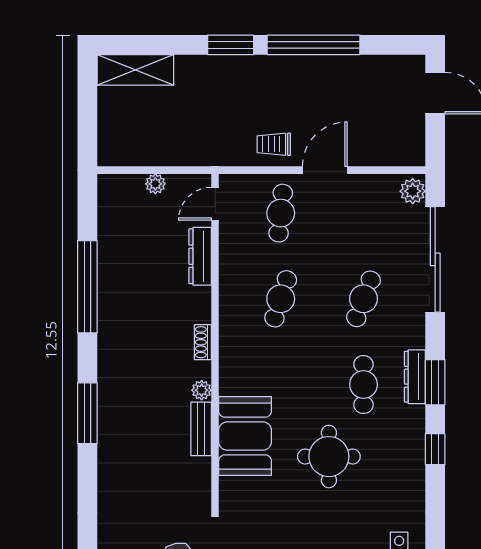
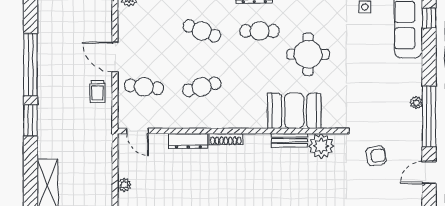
plant: (155, 184) -> (124, 185), moved
dresser: (200, 256) -> (188, 141), moved
cafe table: (281, 299) -> (202, 87), turned -33
shoe rack: (203, 342) -> (226, 139), width x1.43
plant: (202, 390) -> (321, 146), moved, width x1.87, depth x1.87

